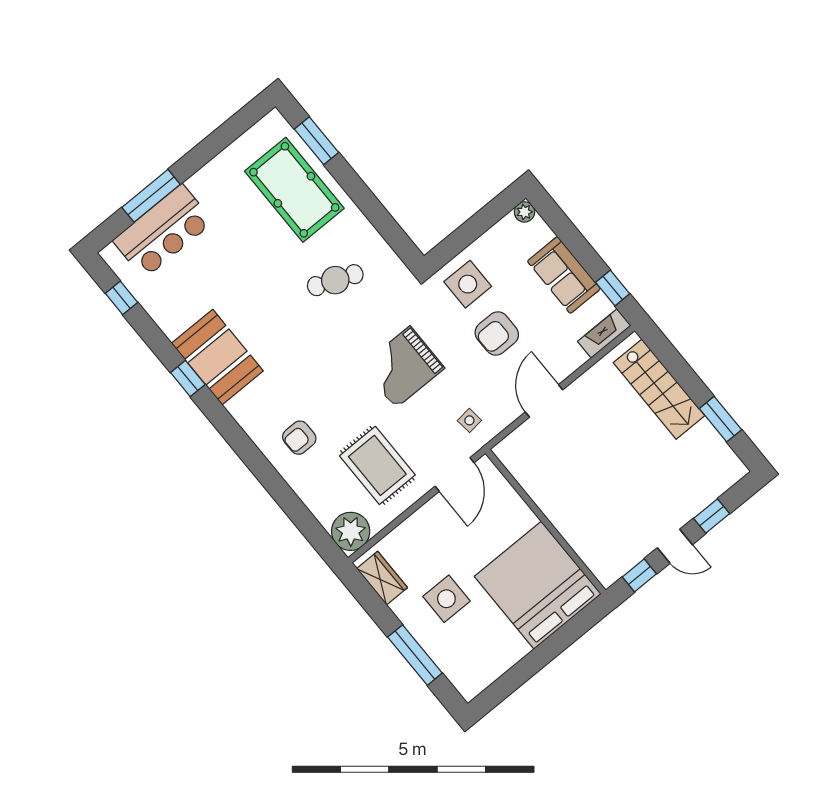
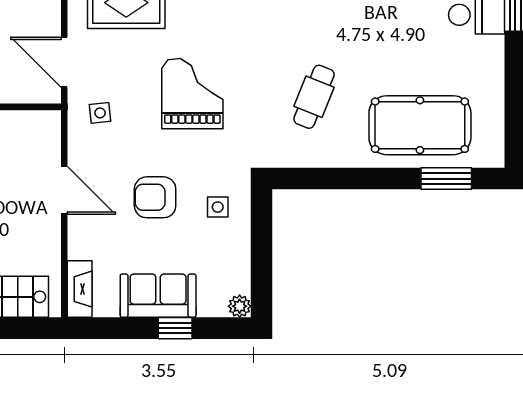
side table: (468, 284) -> (218, 207), width x0.54, depth x0.54
window: (613, 288) -> (175, 328), moved
armchair: (497, 334) -> (155, 197), turned -90

